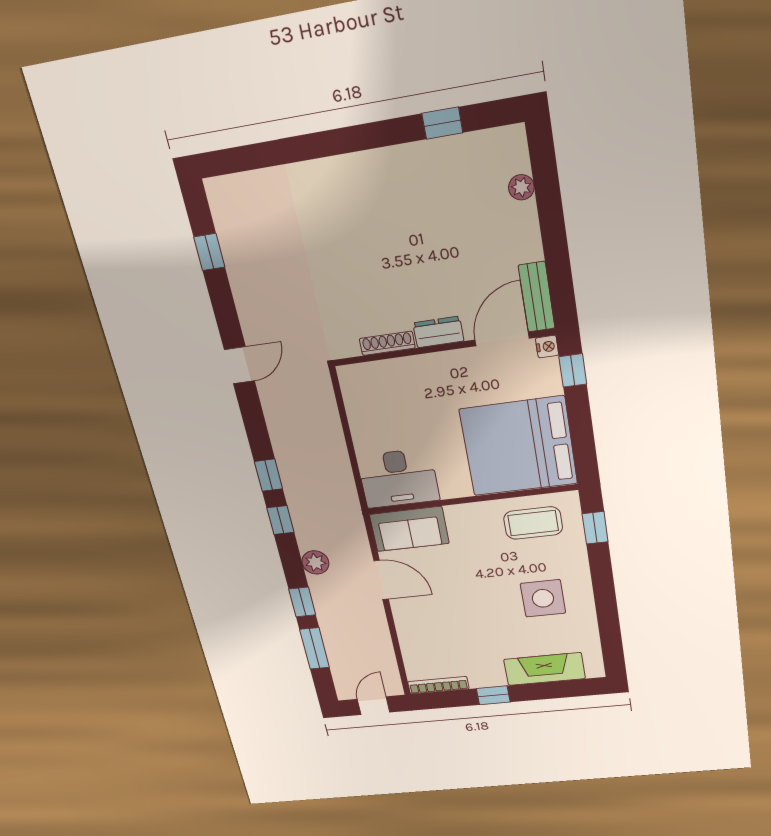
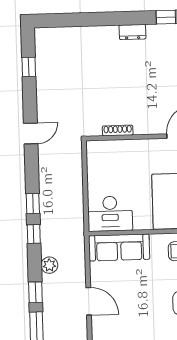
dresser: (438, 332) -> (132, 32), moved, turned 180
sofa: (409, 529) -> (119, 247), width x1.36
door: (381, 580) -> (89, 301), moved

